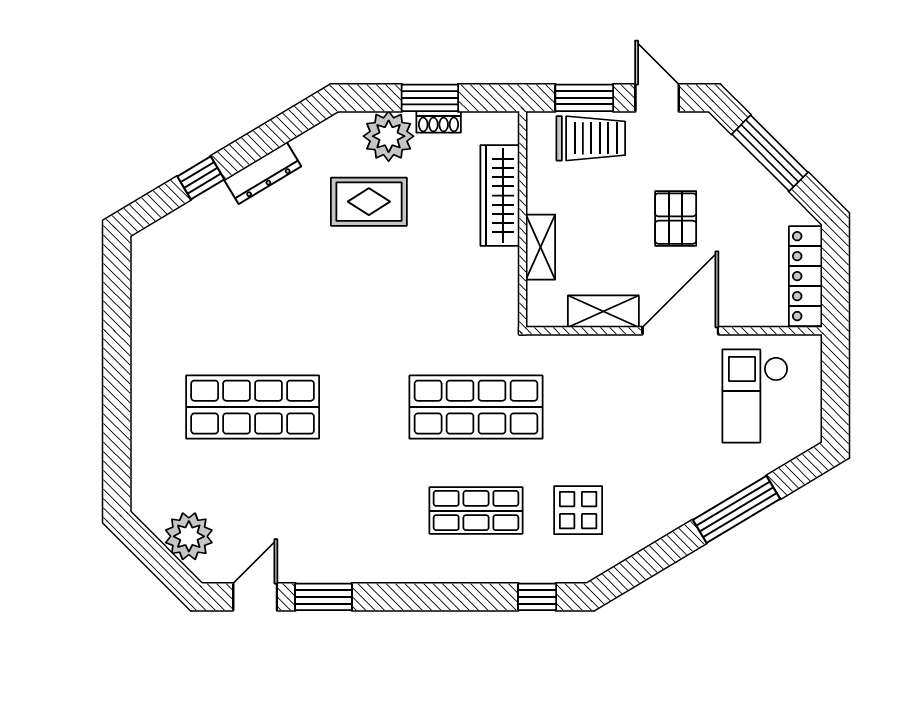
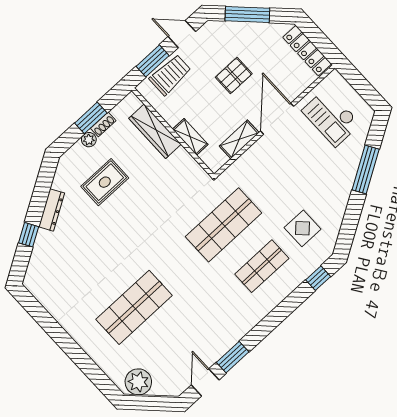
plant: (389, 136) -> (89, 140), width x0.53, depth x0.53
pallet: (676, 219) -> (234, 76), turned 90
plant: (189, 536) -> (138, 382), moved

